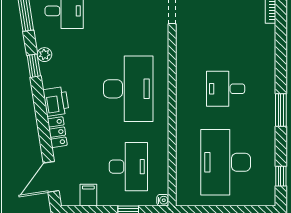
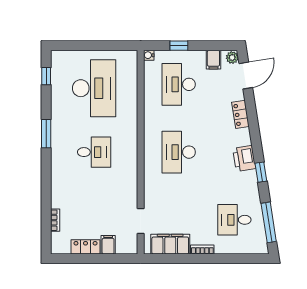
plant: (44, 55) -> (232, 58), moved
desk: (128, 89) -> (179, 152), width x0.73, depth x0.77
printer: (56, 101) -> (244, 158), moved

